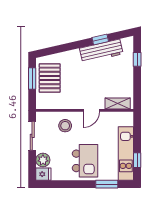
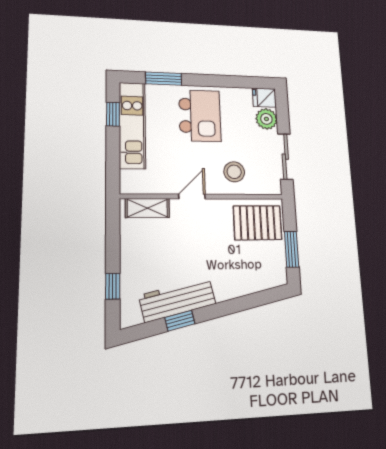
pallet: (50, 78) -> (258, 223), moved, turned 90
kitchen island: (85, 161) -> (200, 116), turned 180

